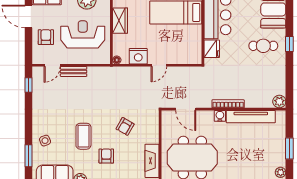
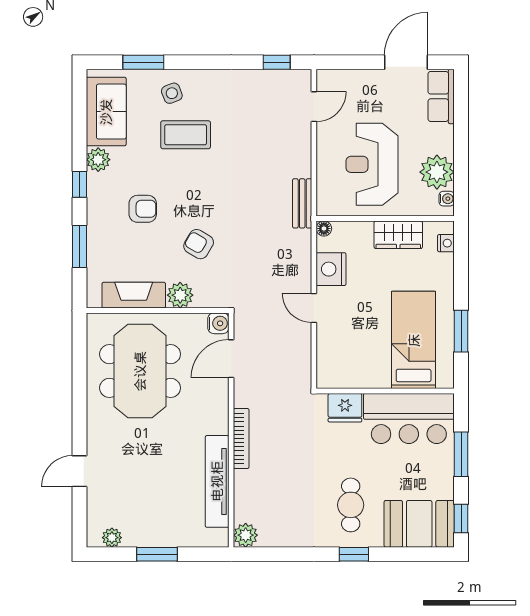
reception desk: (83, 34) -> (372, 164), turned 180
armchair: (46, 37) -> (367, 95), removed
door: (52, 65) -> (314, 107), swing flipped
bench: (74, 71) -> (302, 203), moved
water cooler: (220, 116) -> (218, 323), moved
coffee table: (83, 136) -> (186, 135), moved
plant: (152, 136) -> (180, 295), added

